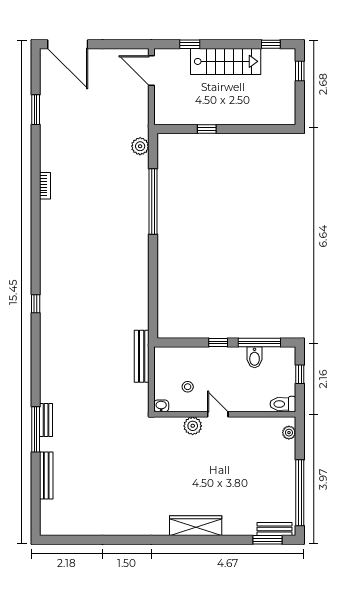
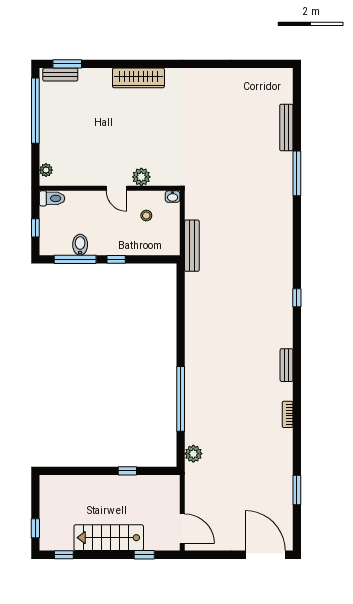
bench: (46, 420) -> (287, 365), moved

